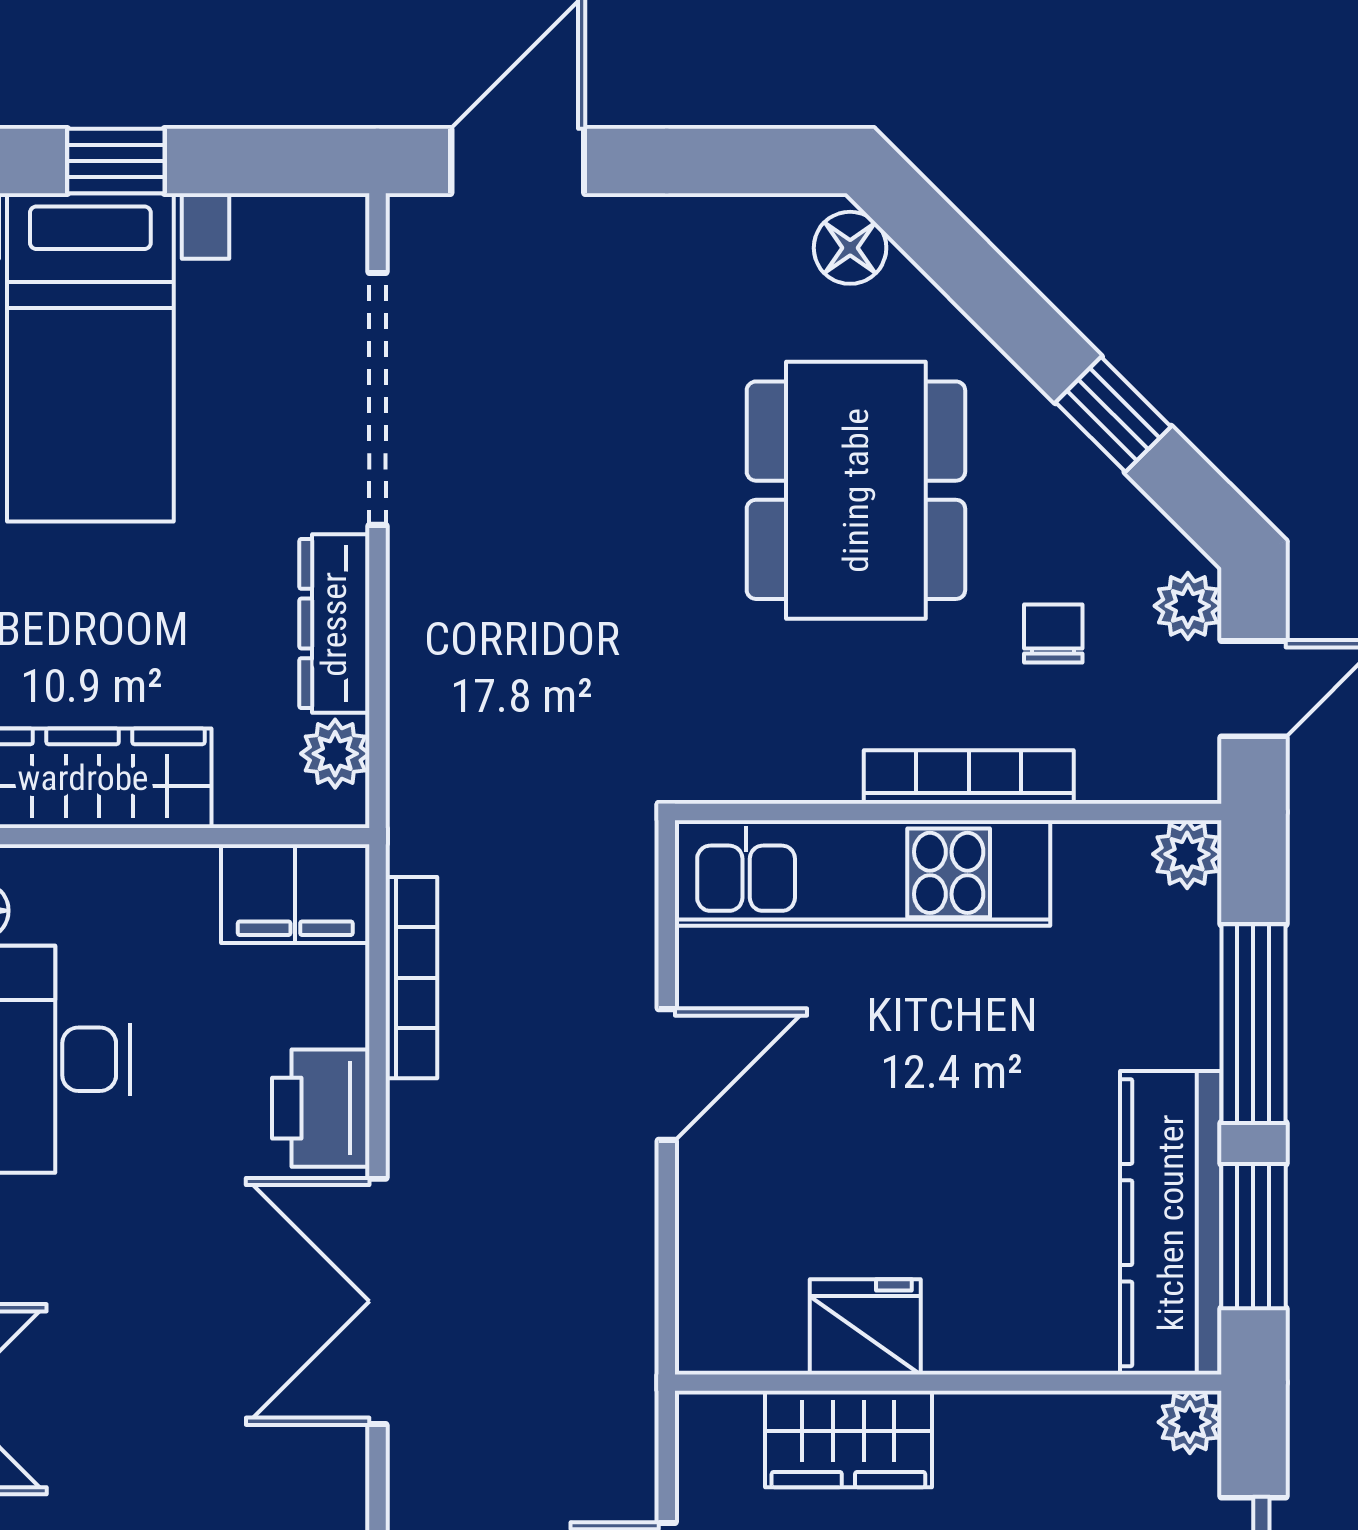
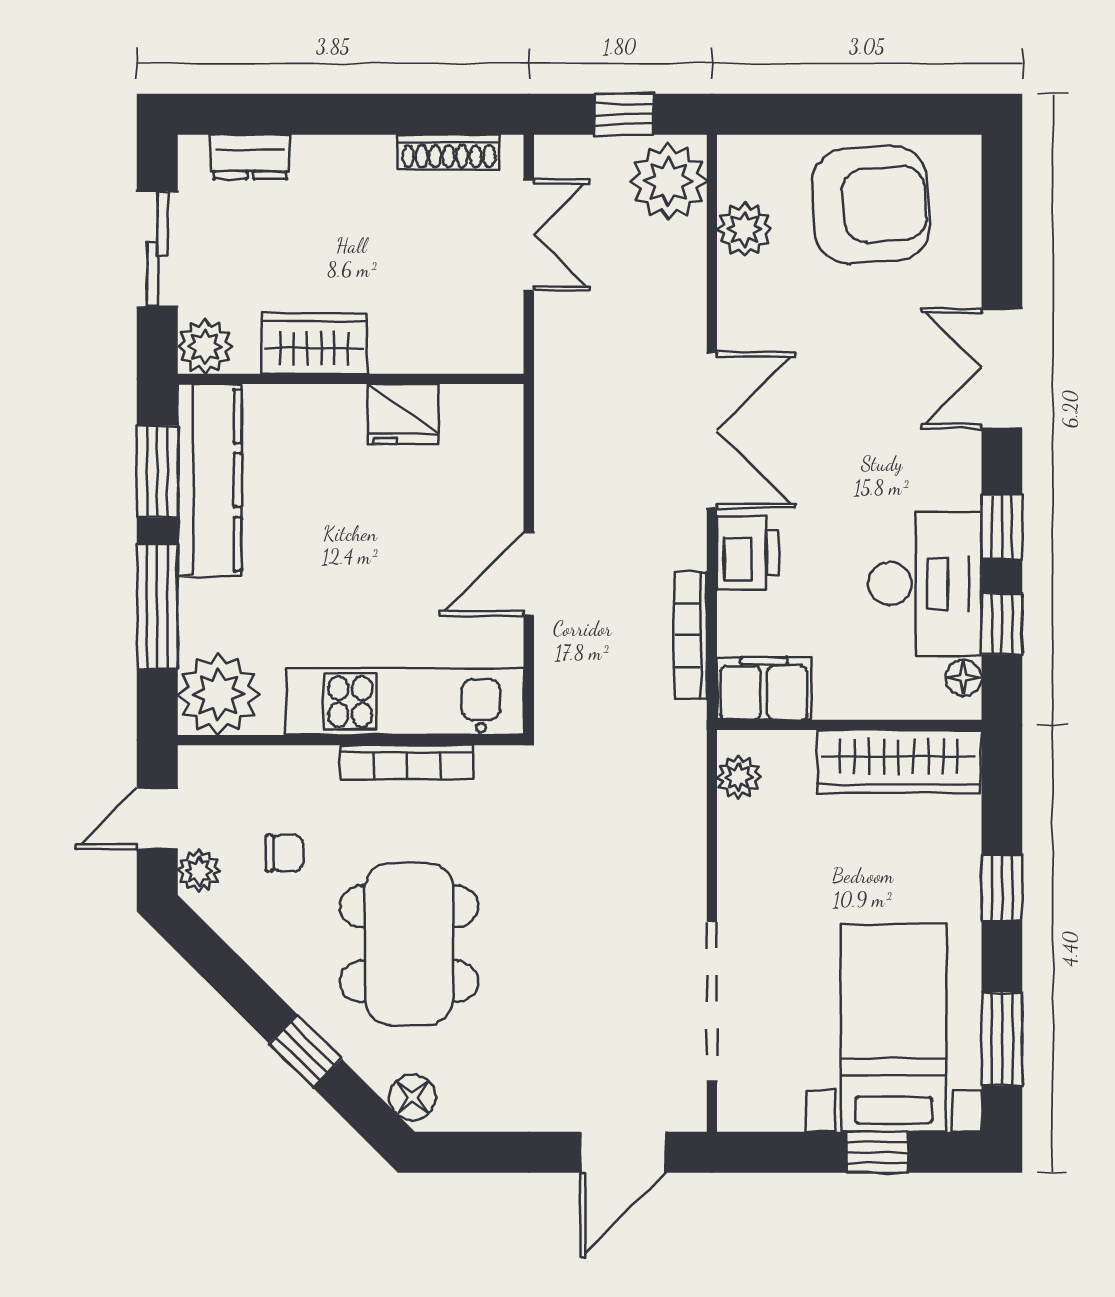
window: (1113, 414) -> (305, 1051), moved
dresser: (334, 624) -> (739, 859), removed
chair: (1053, 633) -> (284, 853), turned -90
bookcase: (969, 777) -> (407, 762), moved
plant: (1187, 854) -> (218, 694), width x1.88, depth x1.88
plant: (1190, 1422) -> (205, 346), width x1.38, depth x1.38
wardrobe: (848, 1439) -> (314, 343), moved

